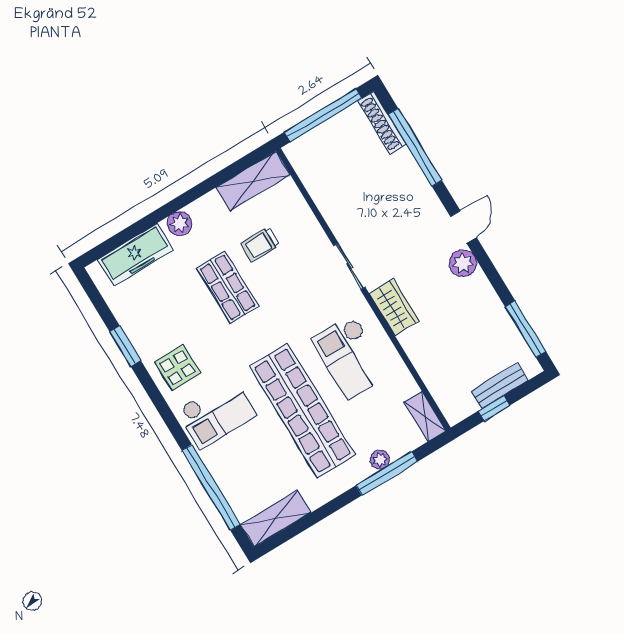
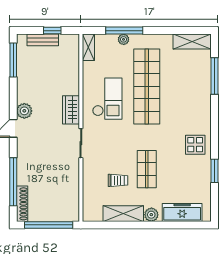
shelving: (253, 181) -> (123, 214), moved
checkout: (217, 413) -> (189, 111), removed
window: (211, 487) -> (214, 76), width x0.68

